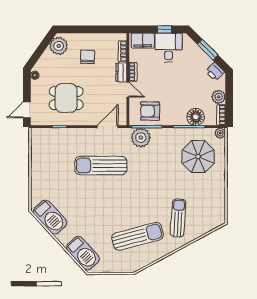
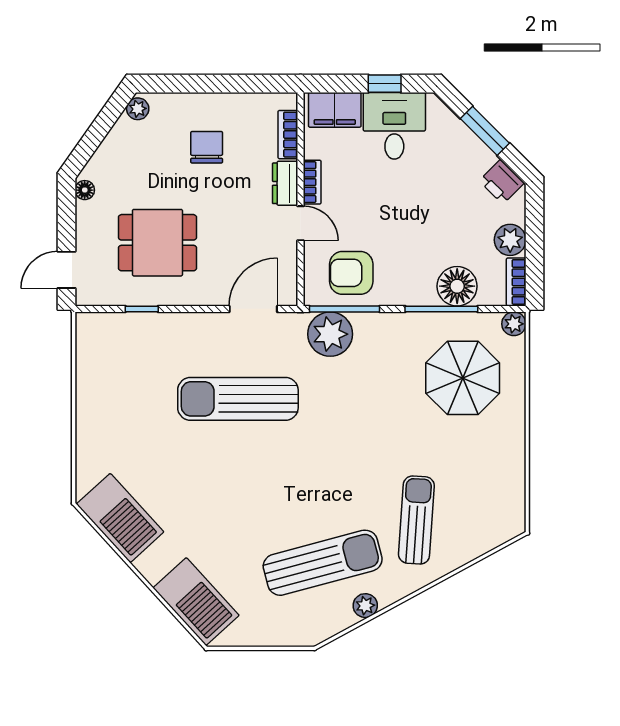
plant: (59, 46) -> (138, 109), width x0.53, depth x0.53
plant: (156, 255) -> (365, 606), added

